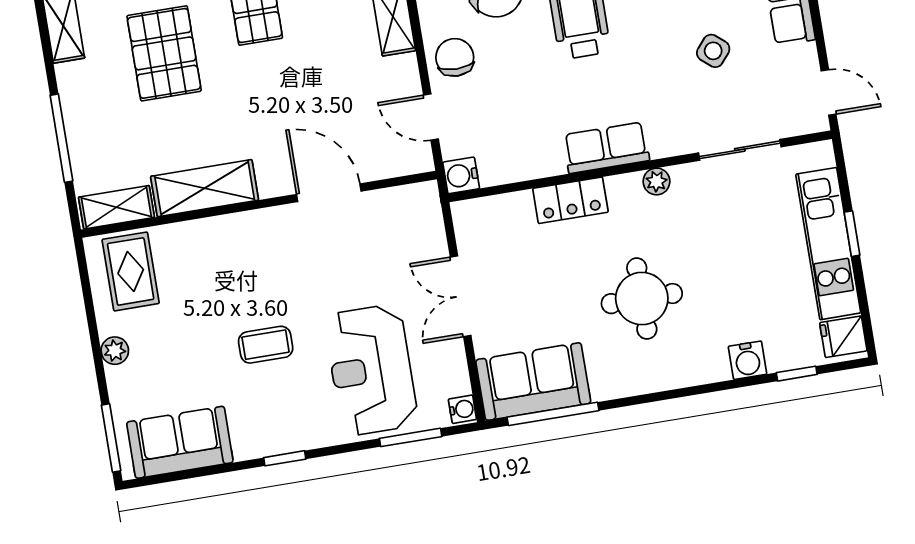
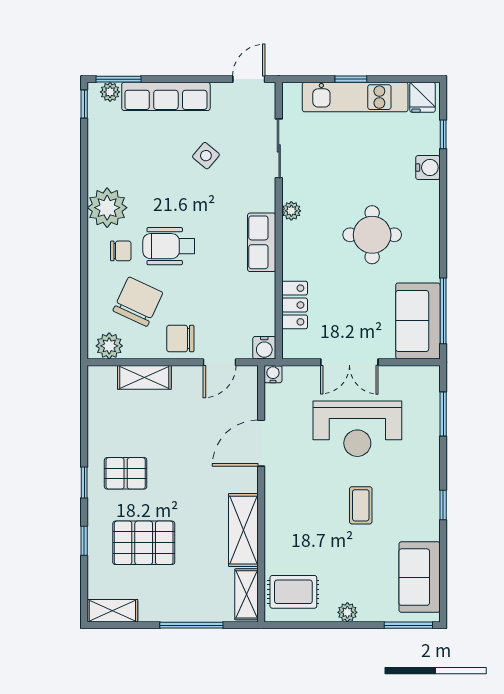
locker: (570, 200) -> (295, 305), moved
reception desk: (371, 370) -> (357, 429), moved
water cooler: (462, 409) -> (273, 374), moved

